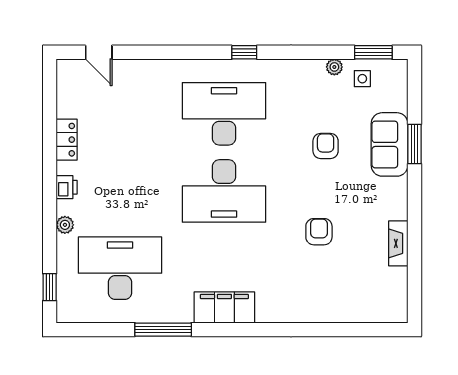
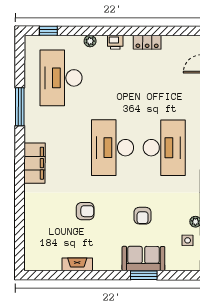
armchair: (326, 146) -> (143, 216), turned 90
desk: (120, 268) -> (61, 78), turned 180
filing cabinet: (224, 307) -> (35, 163), moved

